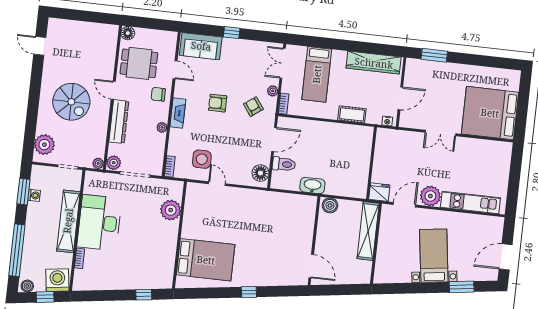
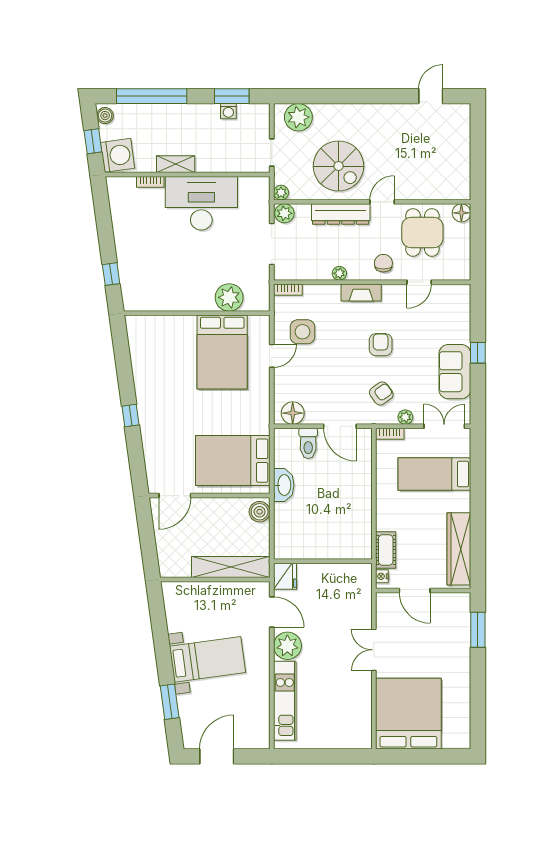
sofa: (201, 46) -> (455, 372), moved
spiral stairs: (71, 102) -> (339, 166), moved, turned -90
cot: (352, 114) -> (386, 550), moved
shelving: (68, 221) -> (176, 164), width x0.45, depth x0.75
bed: (290, 221) -> (233, 461), added
door: (506, 257) -> (217, 756), hinge flipped
bed: (206, 260) -> (222, 352), moved

